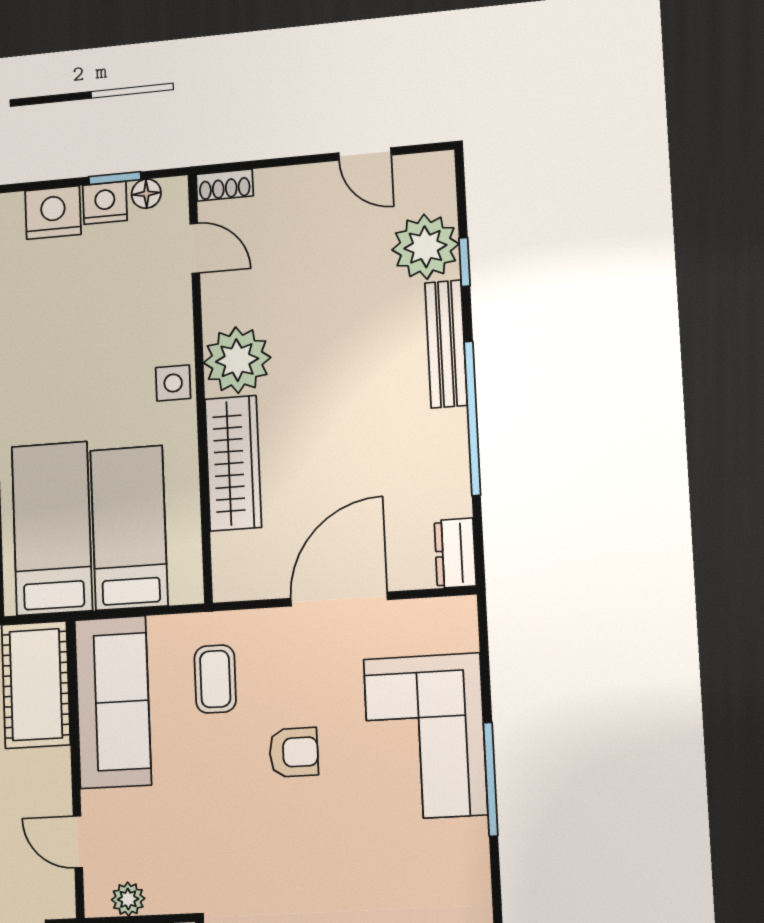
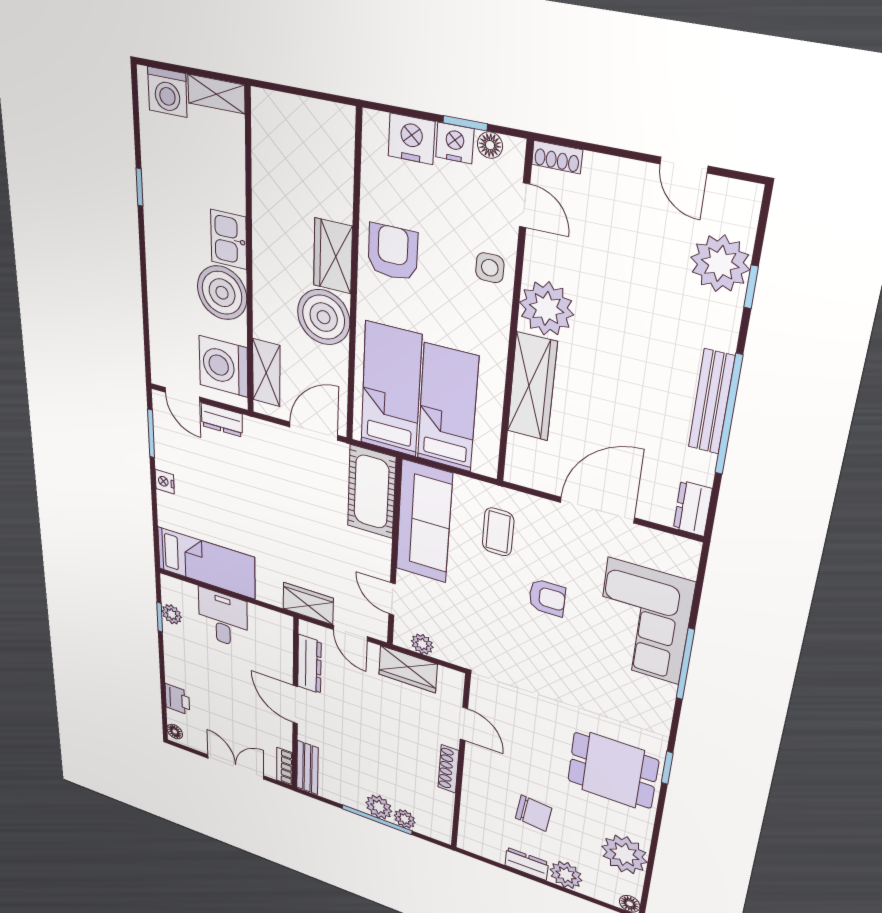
bench: (446, 344) -> (711, 402), moved
armchair: (41, 351) -> (393, 252), added
side table: (173, 383) -> (490, 268), moved

